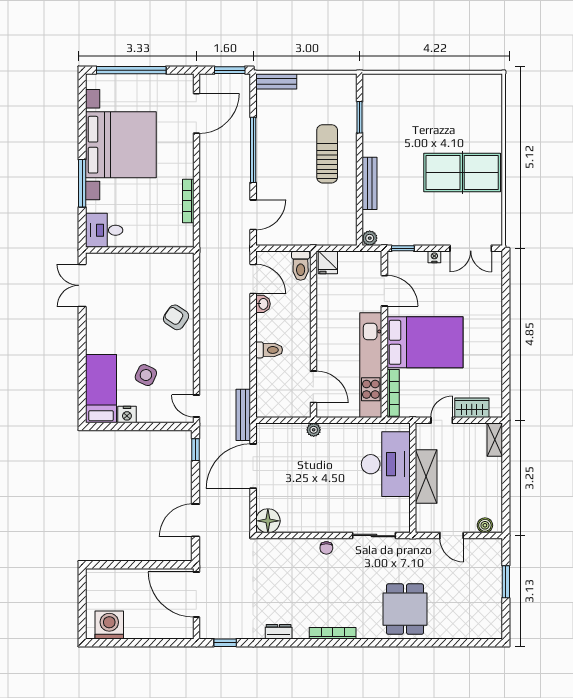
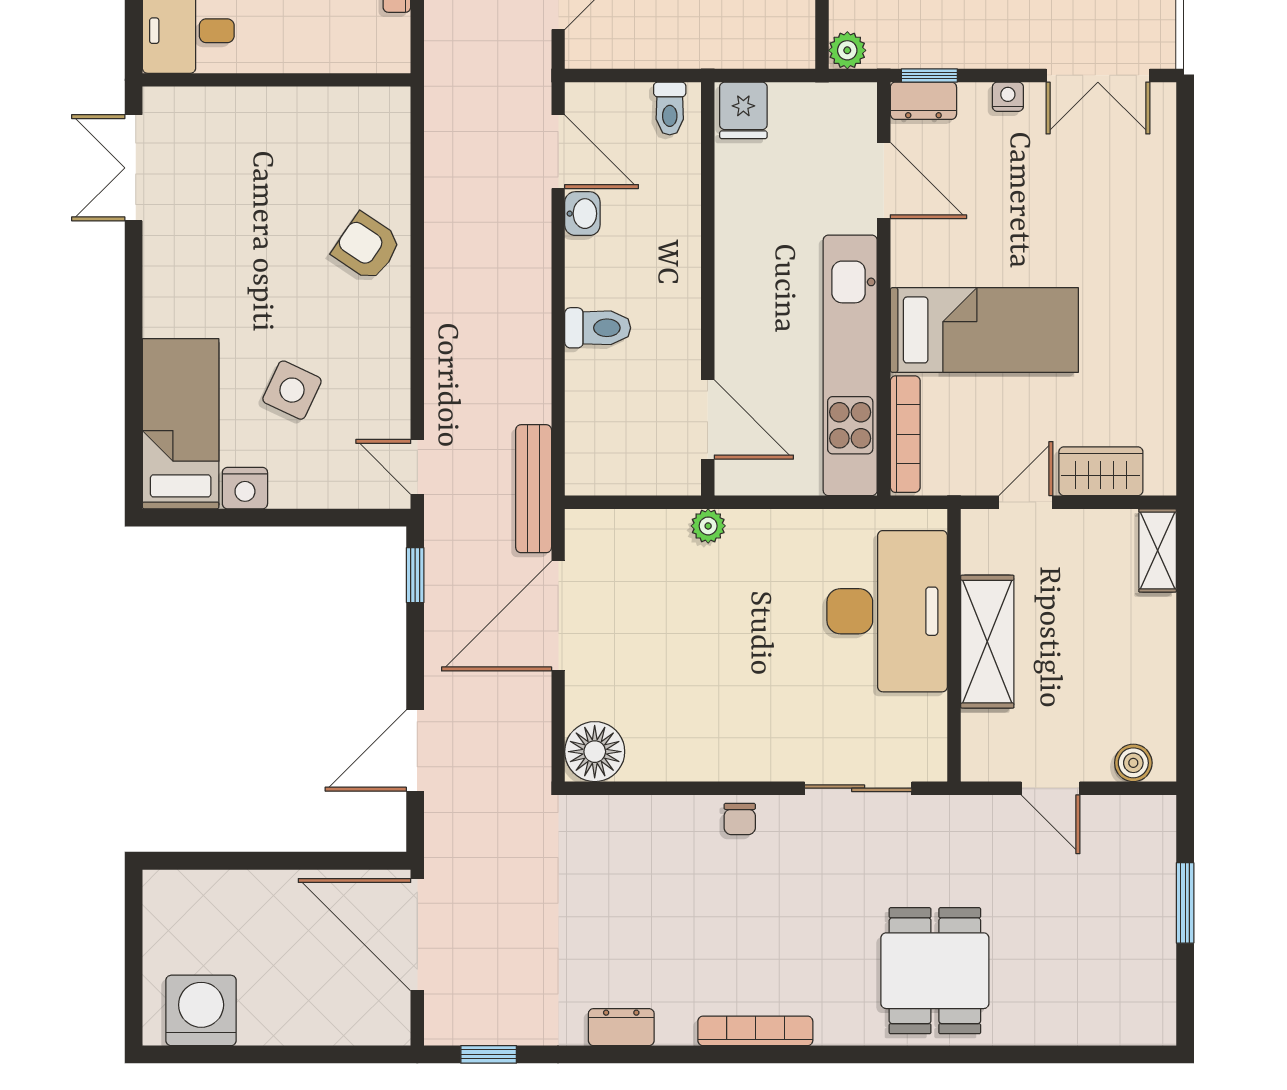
dresser: (400, 258) -> (923, 101), added
toilet: (301, 266) -> (670, 108), width x0.73, depth x0.72
bed: (425, 342) -> (984, 330), width x0.67

